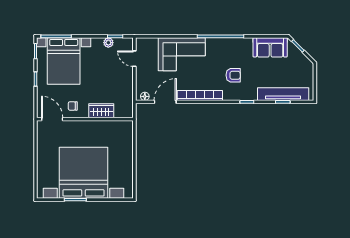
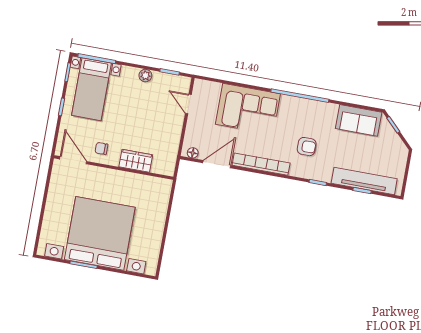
plant: (108, 43) -> (145, 76), moved
bed with nightstands: (64, 61) -> (92, 89), width x0.73

